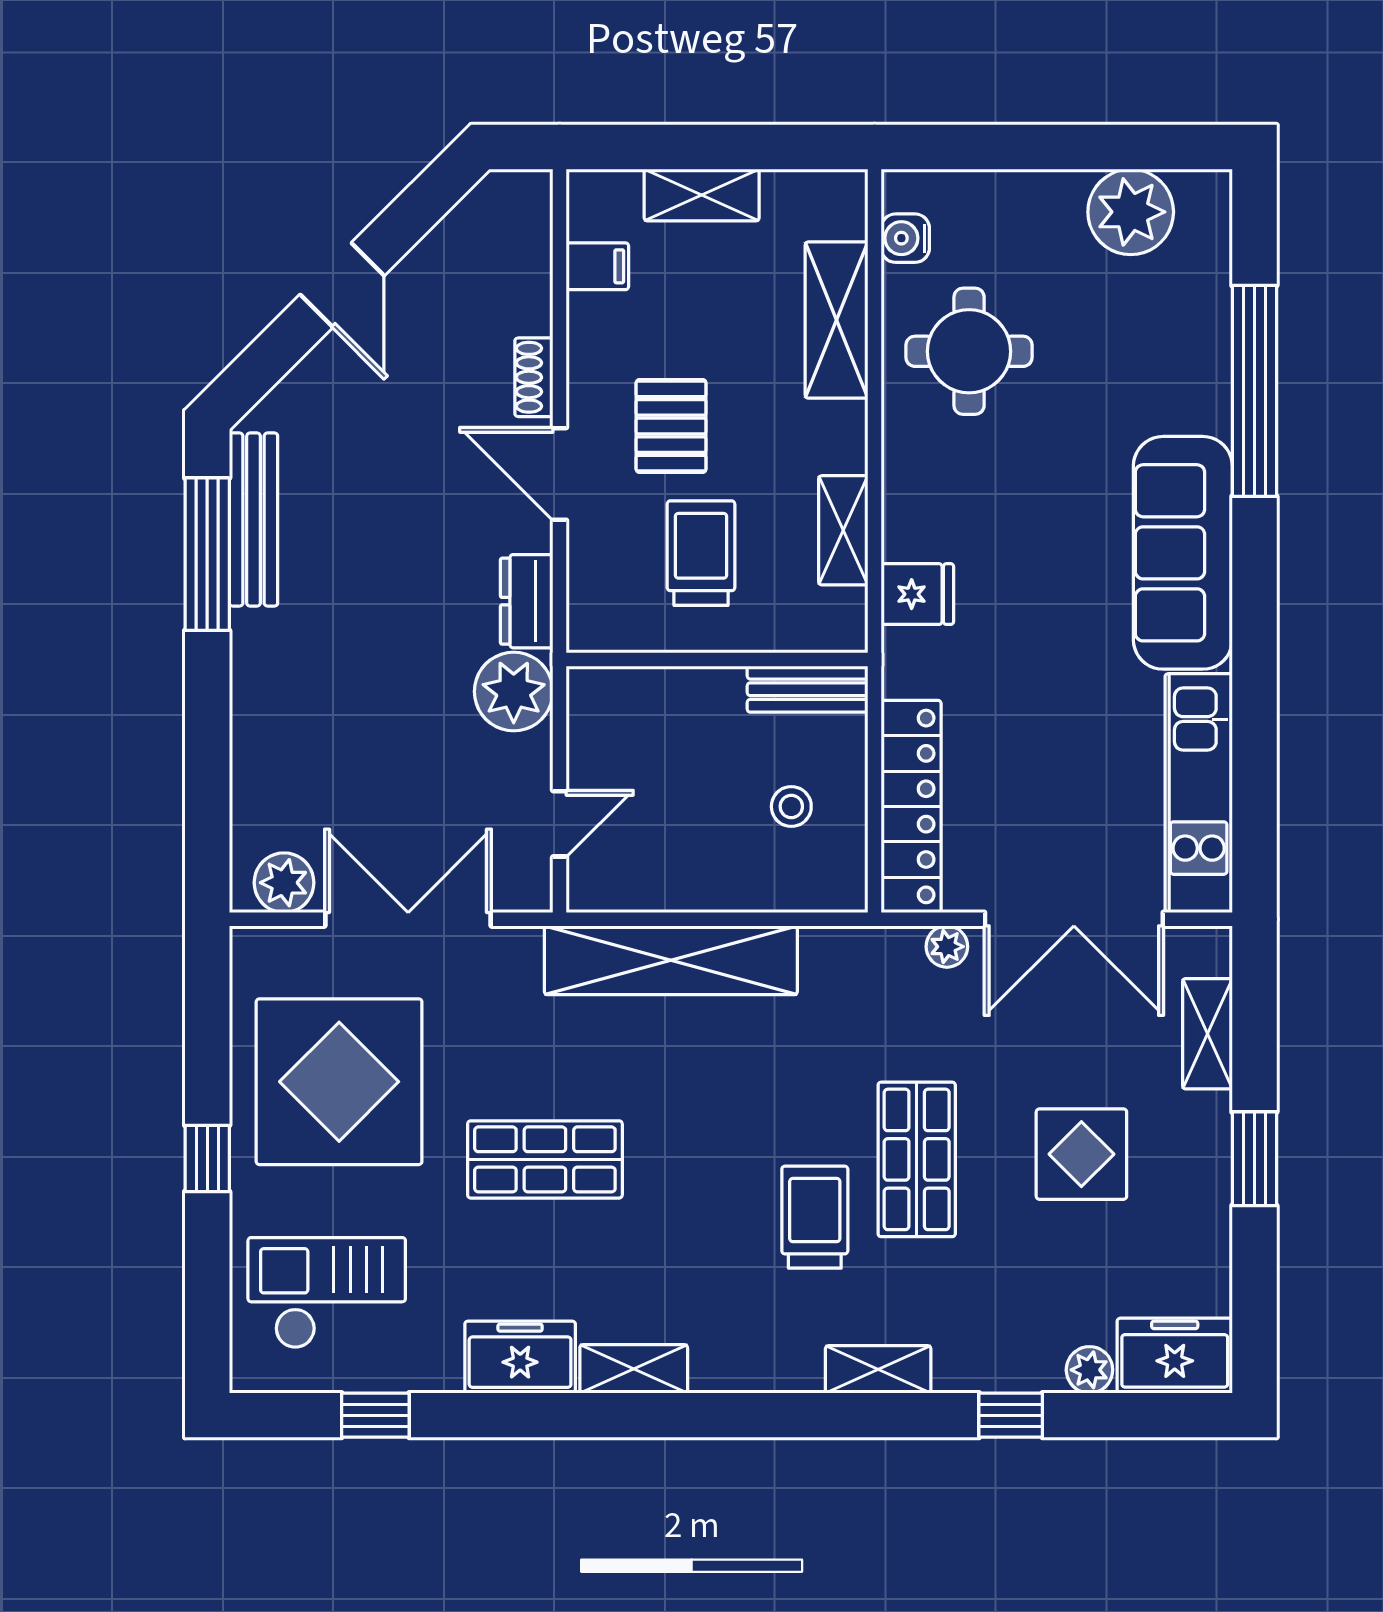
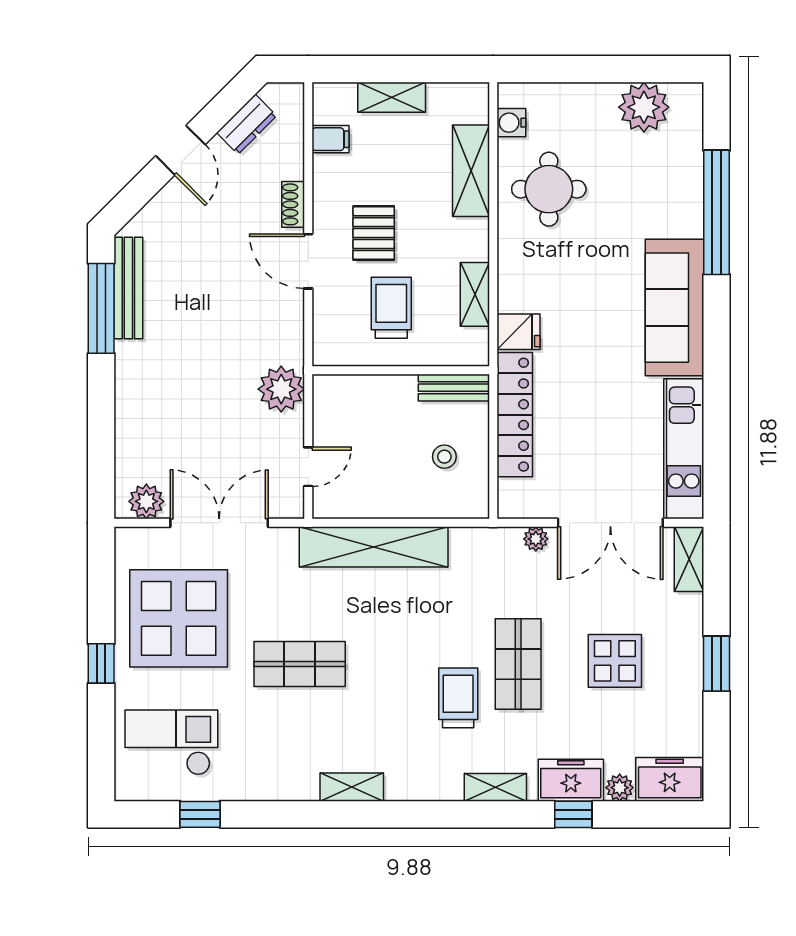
dresser: (527, 601) -> (247, 124), moved, turned -135
locker: (911, 806) -> (515, 415), moved
shelving: (1207, 1034) -> (689, 559), moved
freezer: (520, 1357) -> (571, 780), moved

